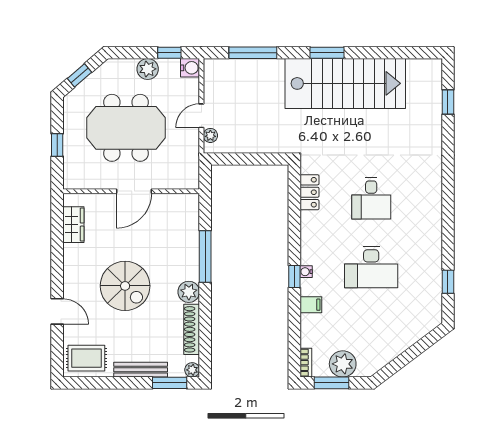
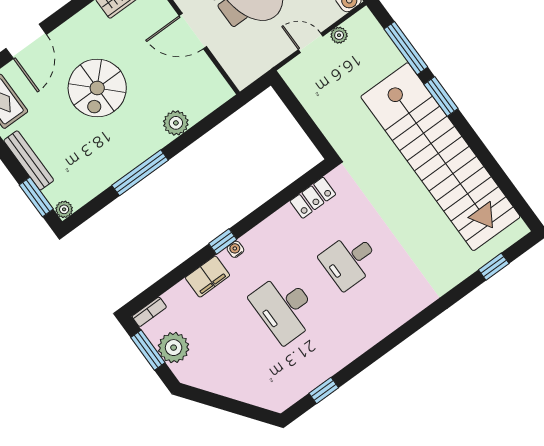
window: (327, 53) -> (441, 96), moved
stairs: (345, 83) -> (440, 157), width x1.36
plant: (210, 135) -> (339, 35), moved
window: (205, 257) -> (140, 173), moved
plant: (189, 292) -> (176, 123), moved
filing cabinet: (311, 305) -> (208, 277), width x2.00
door: (57, 311) -> (26, 41), width x1.38
shoe rack: (192, 329) -> (102, 181), removed

